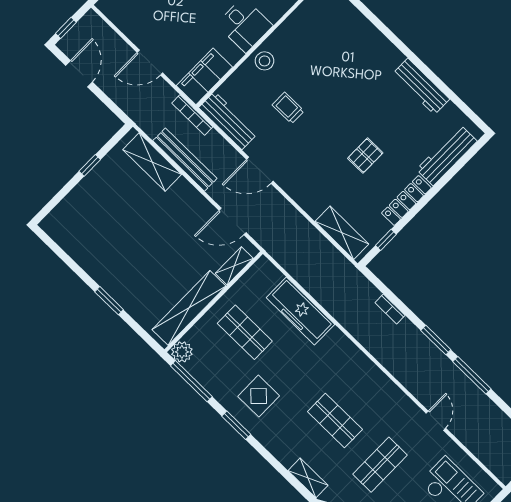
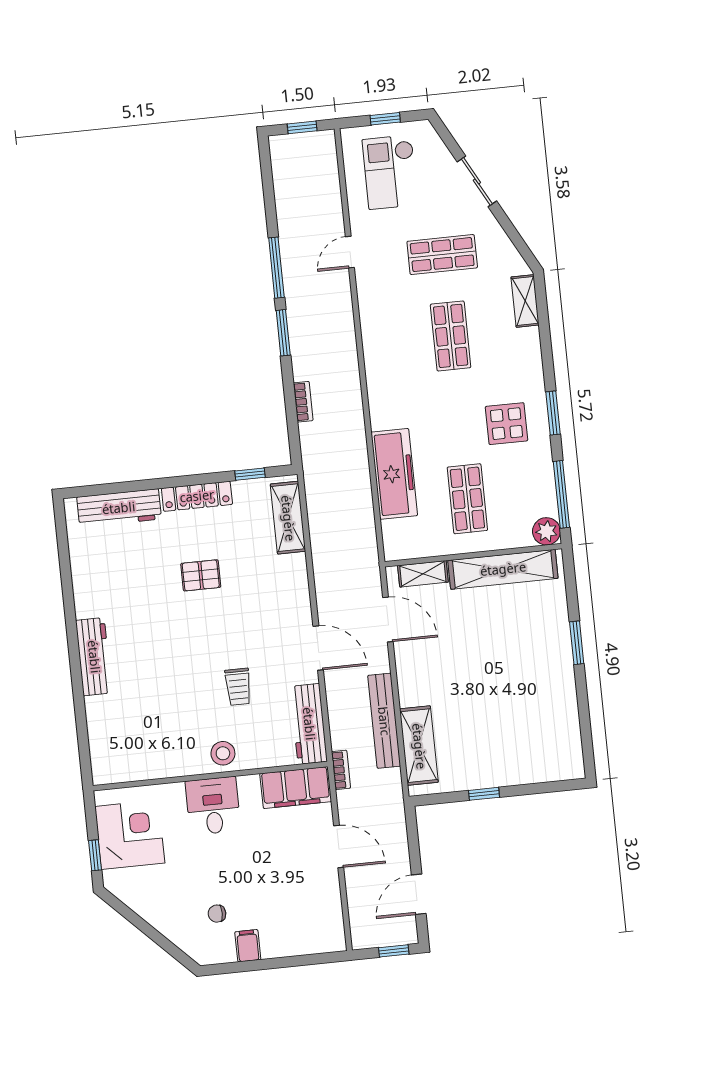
workbench: (421, 86) -> (94, 657), moved
bookcase: (192, 115) -> (341, 770), width x0.64

